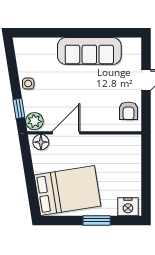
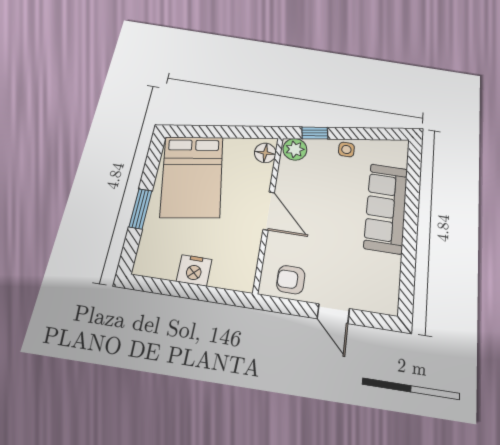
sofa: (89, 51) -> (386, 208), moved
door: (66, 133) -> (269, 211), moved
nightstand: (128, 207) -> (194, 270), moved, turned -90

